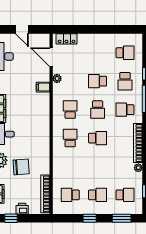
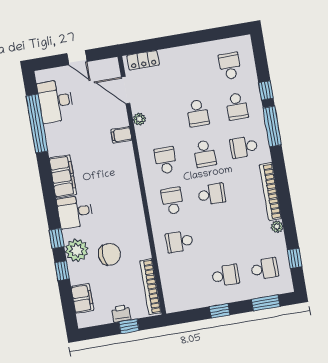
school desk: (125, 53) -> (230, 66), turned -90
school desk: (98, 81) -> (198, 113), turned -90
school desk: (70, 195) -> (179, 242), moved
window: (11, 218) -> (129, 326), moved

